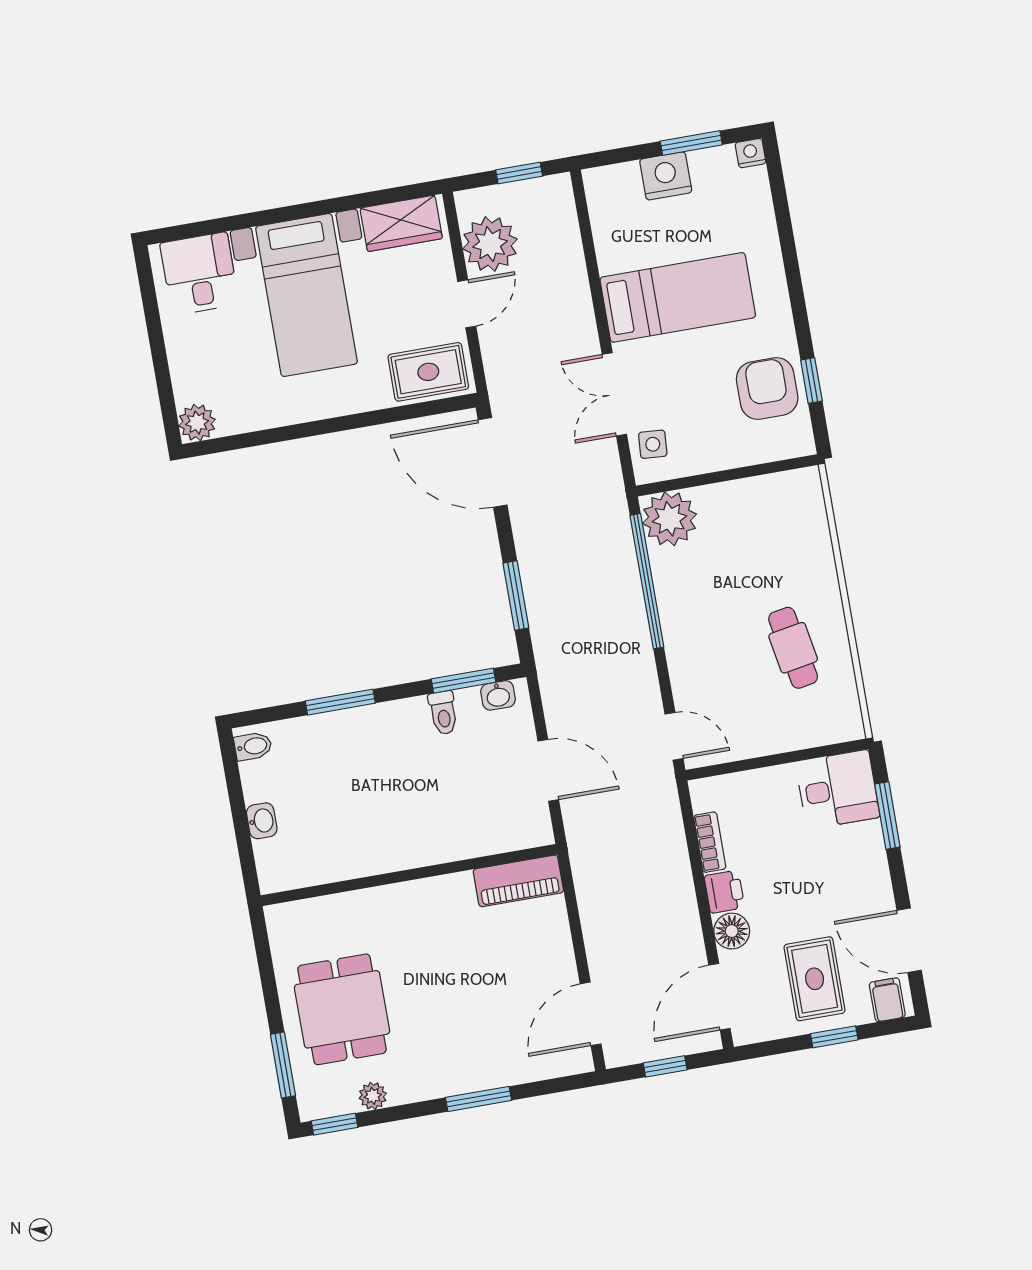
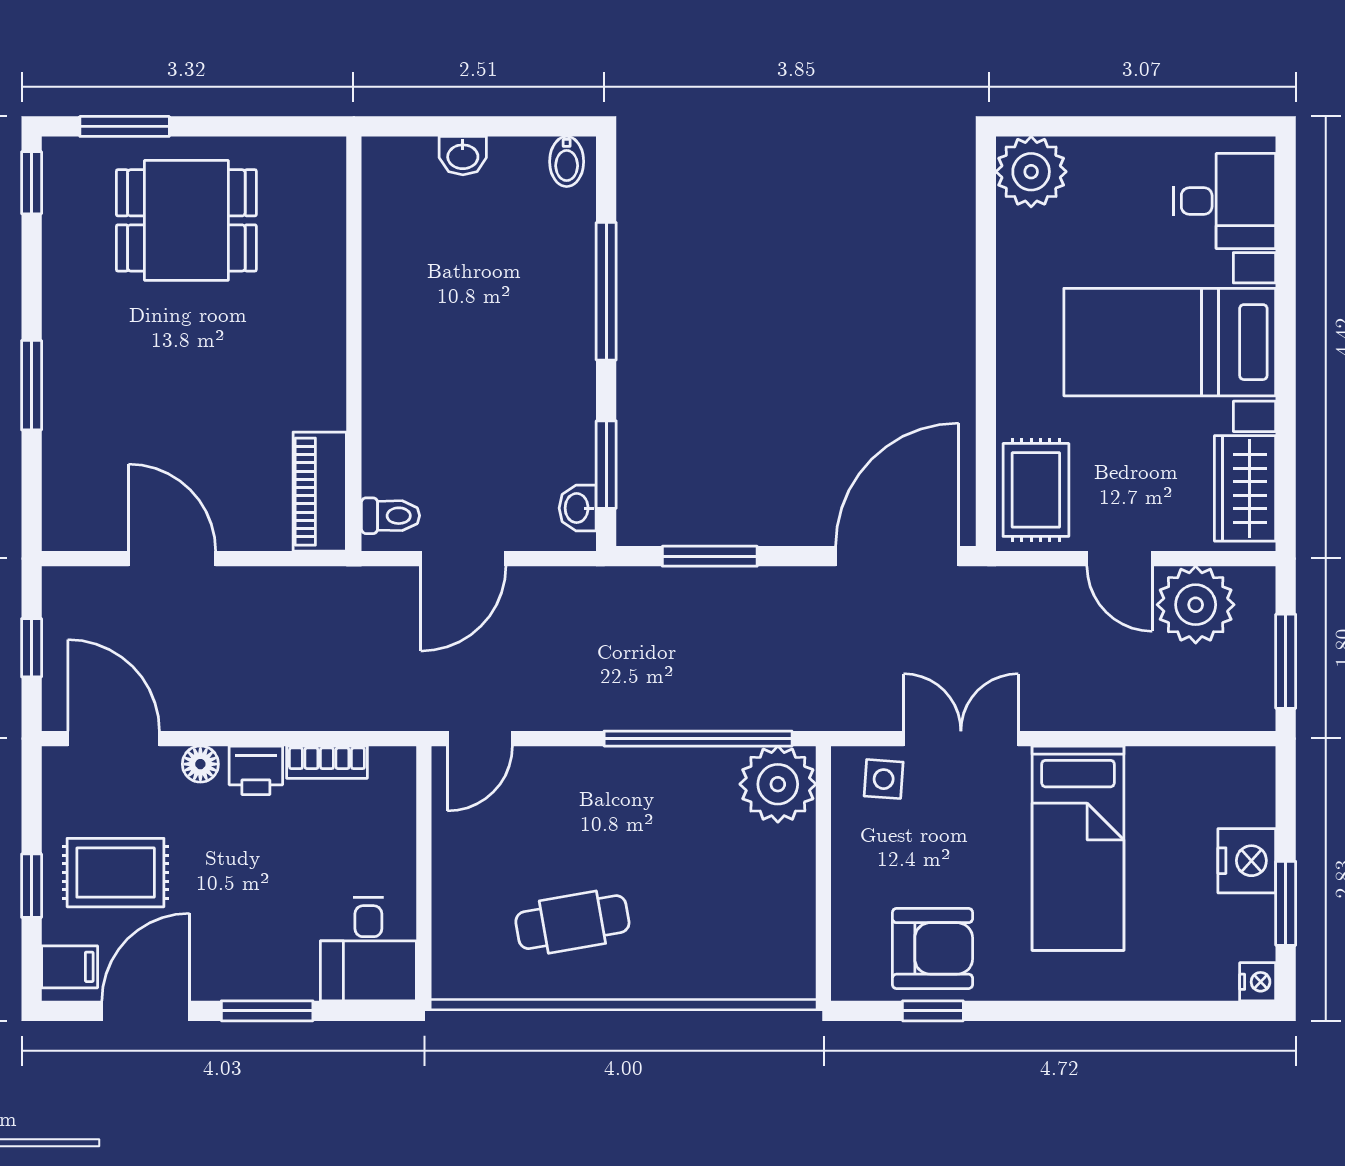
window: (519, 173) -> (1286, 661), width x1.50
plant: (197, 423) -> (1031, 172), width x1.36, depth x1.36
window: (340, 702) -> (606, 291), width x1.44
toilet: (443, 713) -> (391, 516), moved, turned 180
window: (887, 816) -> (267, 1011), moved
floor lamp: (732, 931) -> (200, 764), width x0.73, depth x0.73
door: (591, 1014) -> (172, 559), moved
plant: (373, 1096) -> (61, 242), removed

